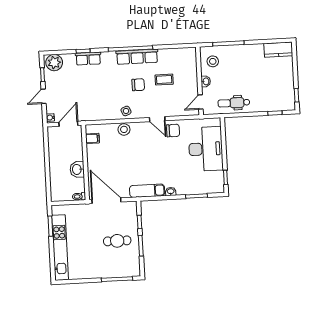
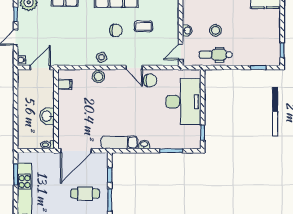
stool: (213, 61) -> (216, 30), moved
door: (106, 201) -> (76, 151), swing flipped

